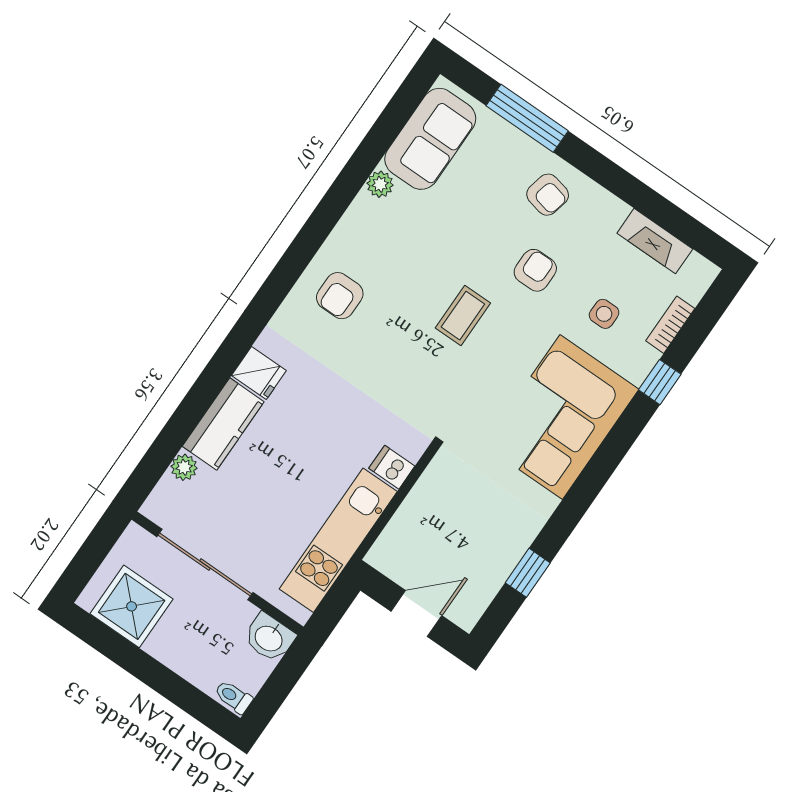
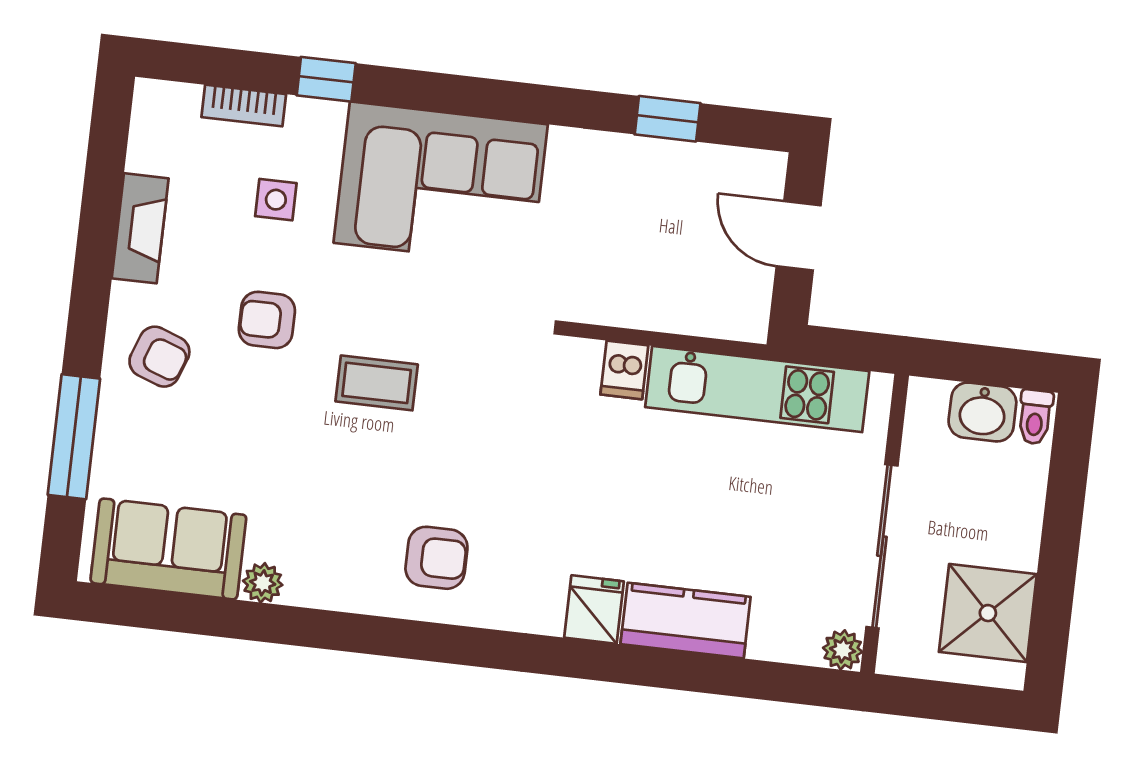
armchair: (548, 195) -> (159, 357), turned 97
fireplace: (655, 241) -> (140, 228), moved
plant: (184, 467) -> (843, 650), moved
washbasin: (269, 638) -> (982, 412), moved, turned 90

